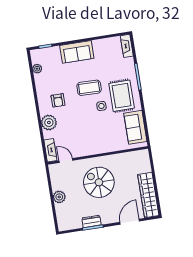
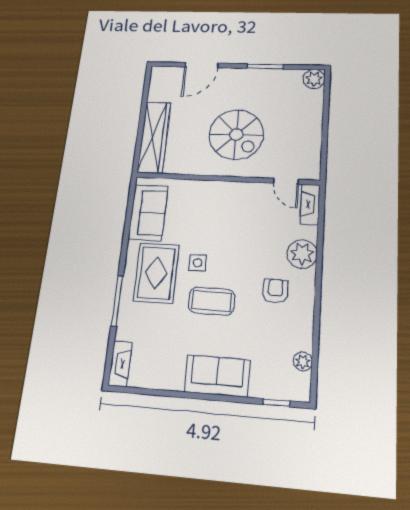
wardrobe: (148, 195) -> (154, 137), moved
plant: (59, 197) -> (314, 79), moved
dresser: (91, 221) -> (265, 76), removed

